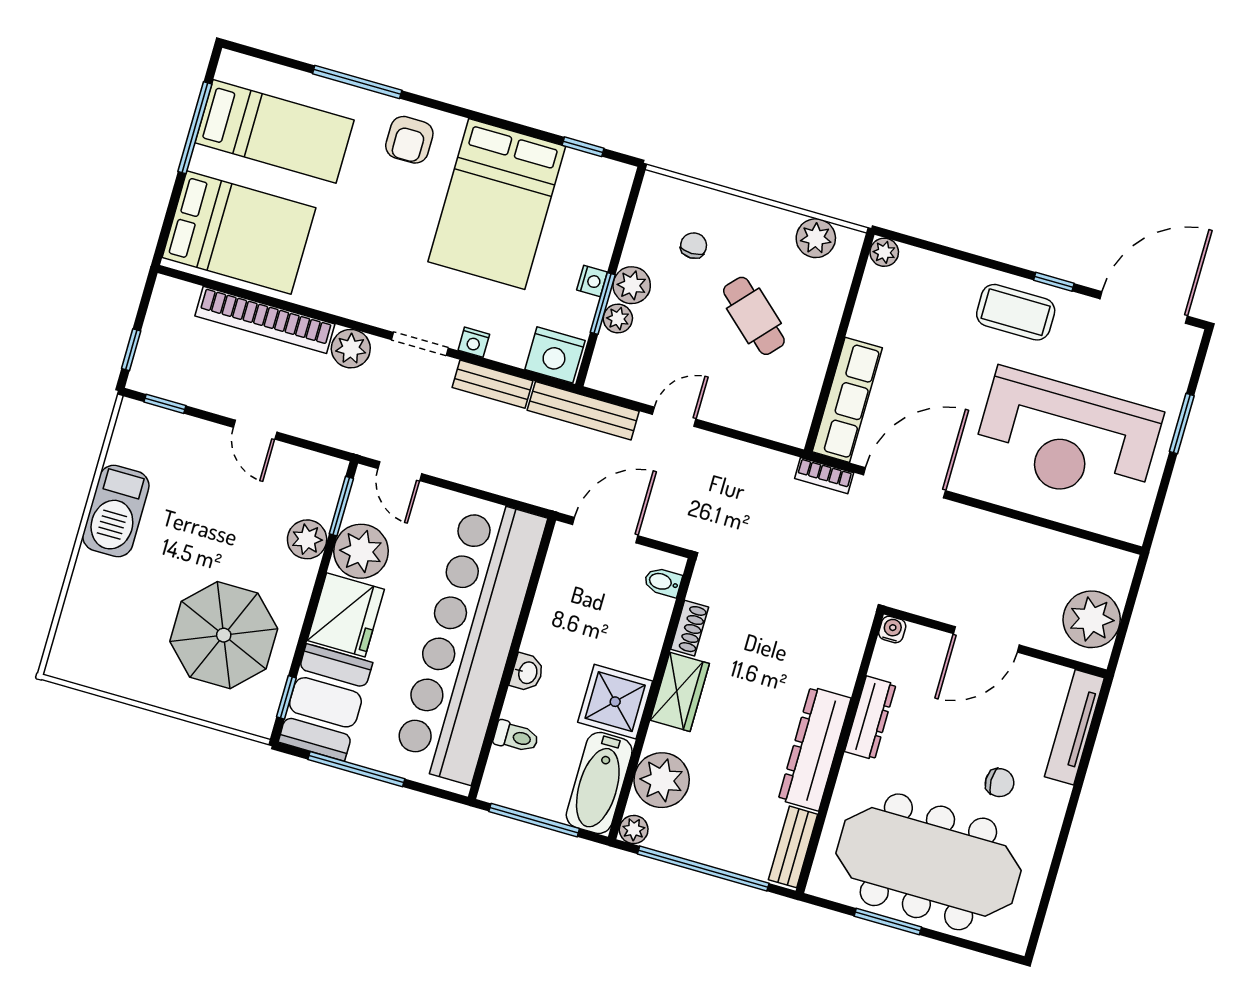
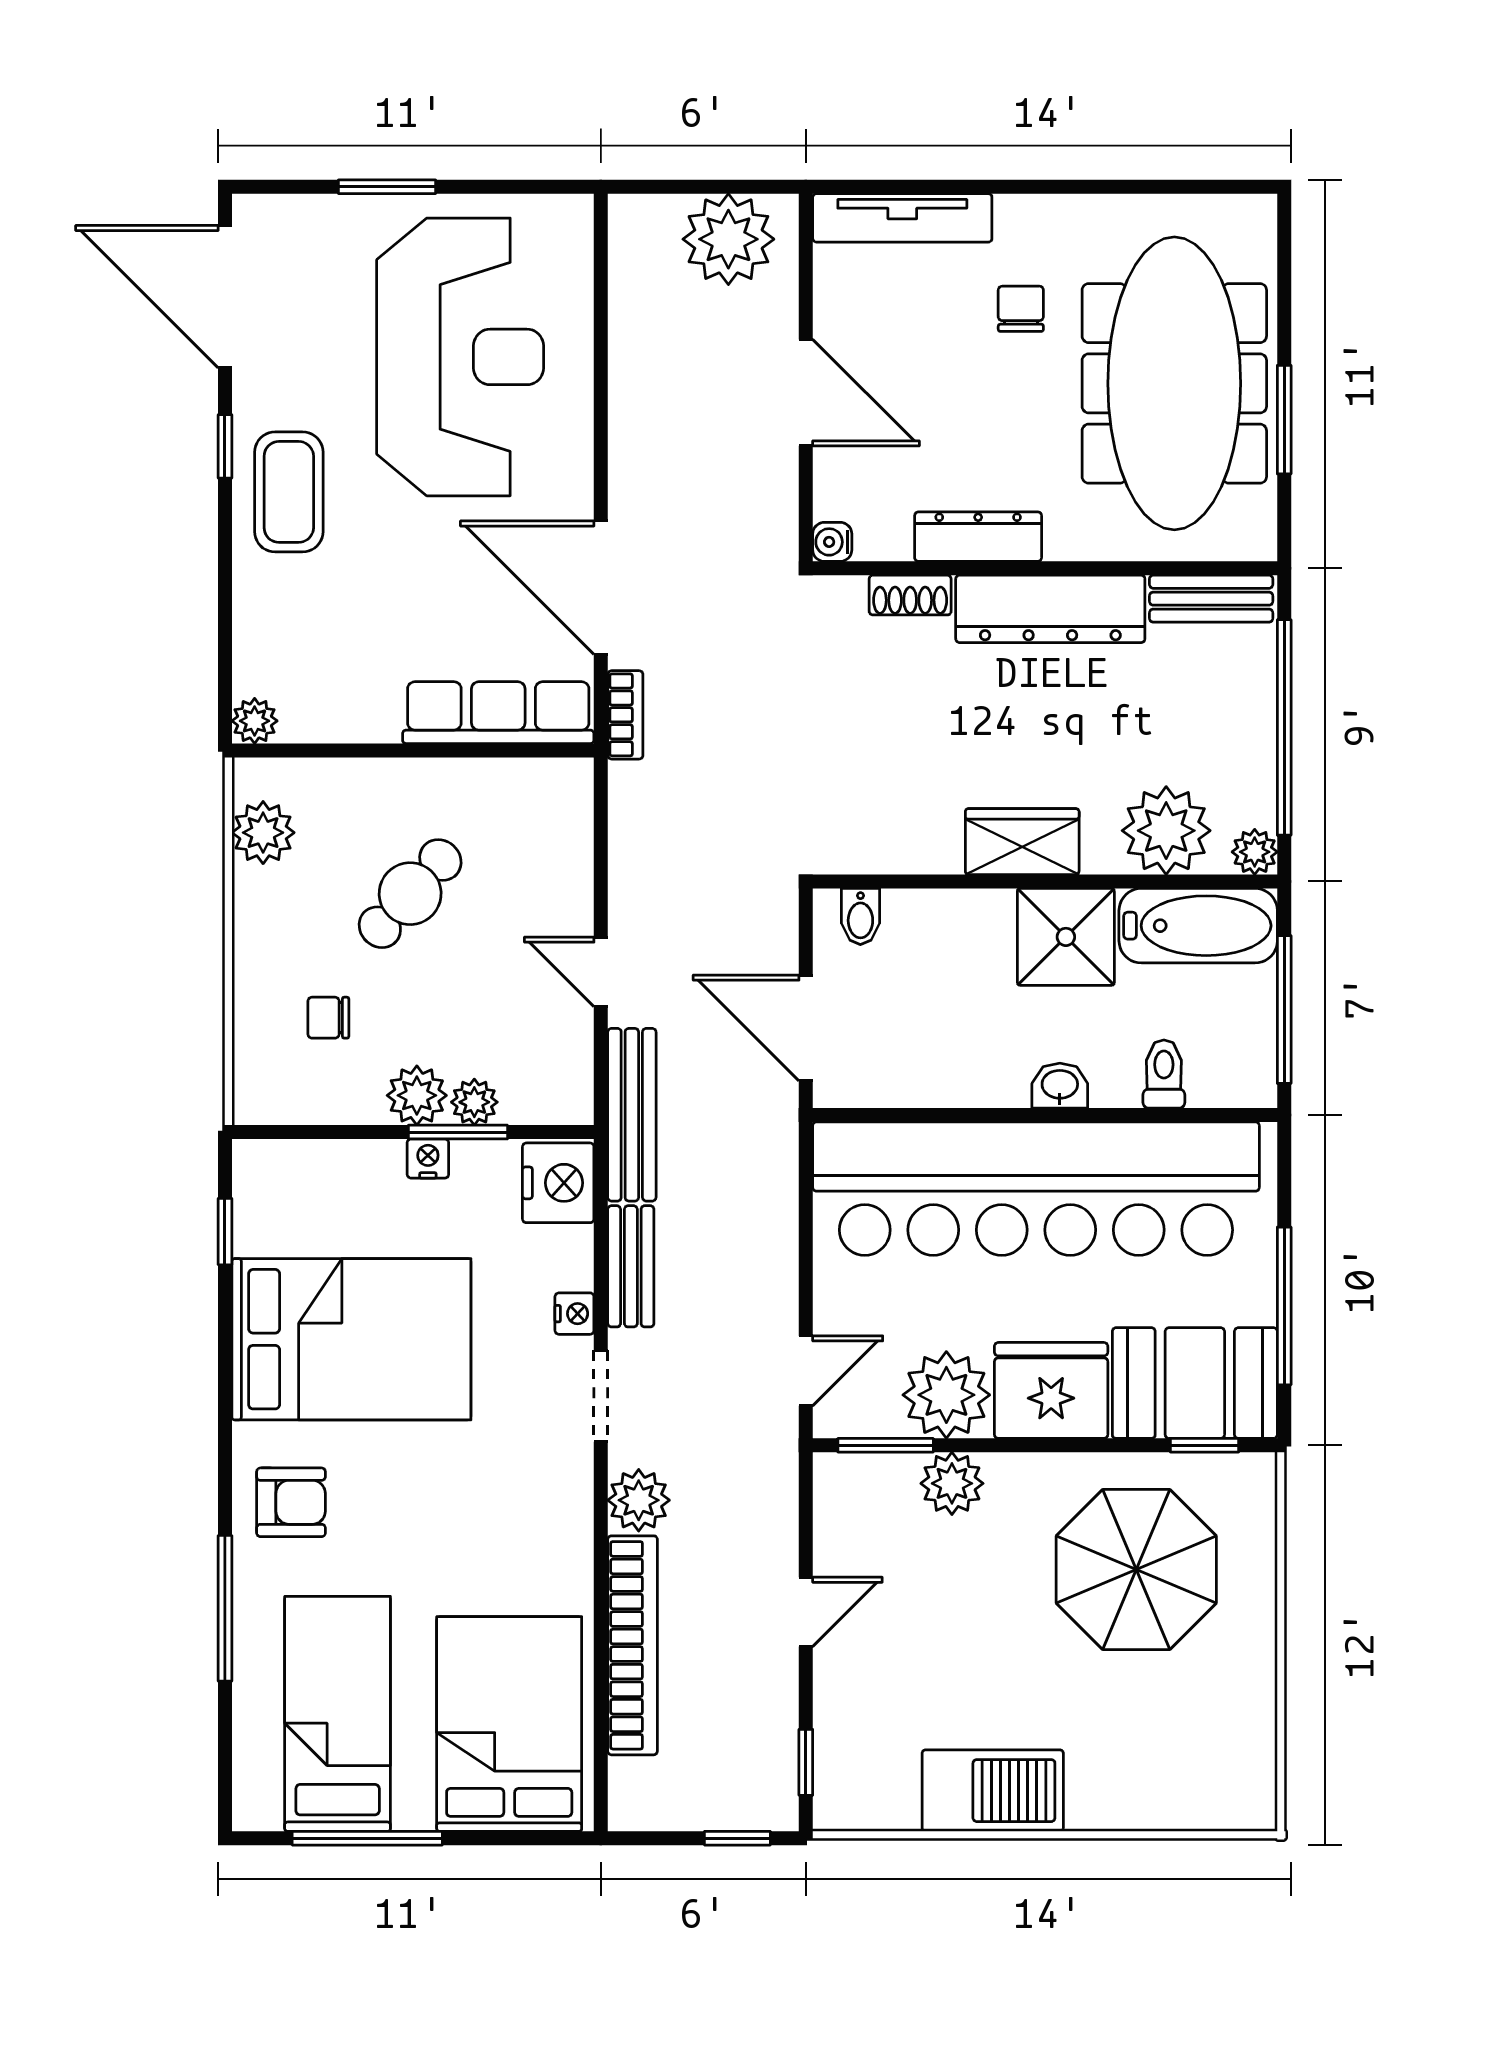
shoe rack: (690, 628) -> (910, 595), moved, turned 180

